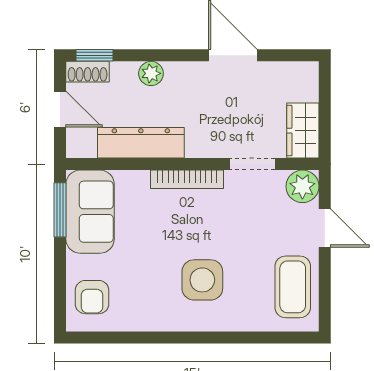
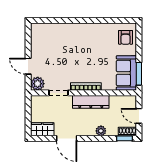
wardrobe: (303, 131) -> (42, 129), moved, turned -90
dresser: (141, 143) -> (91, 102), moved
side table: (202, 280) -> (79, 44), removed
coffee table: (293, 287) -> (42, 42), removed
armchair: (92, 297) -> (126, 37), turned 180

